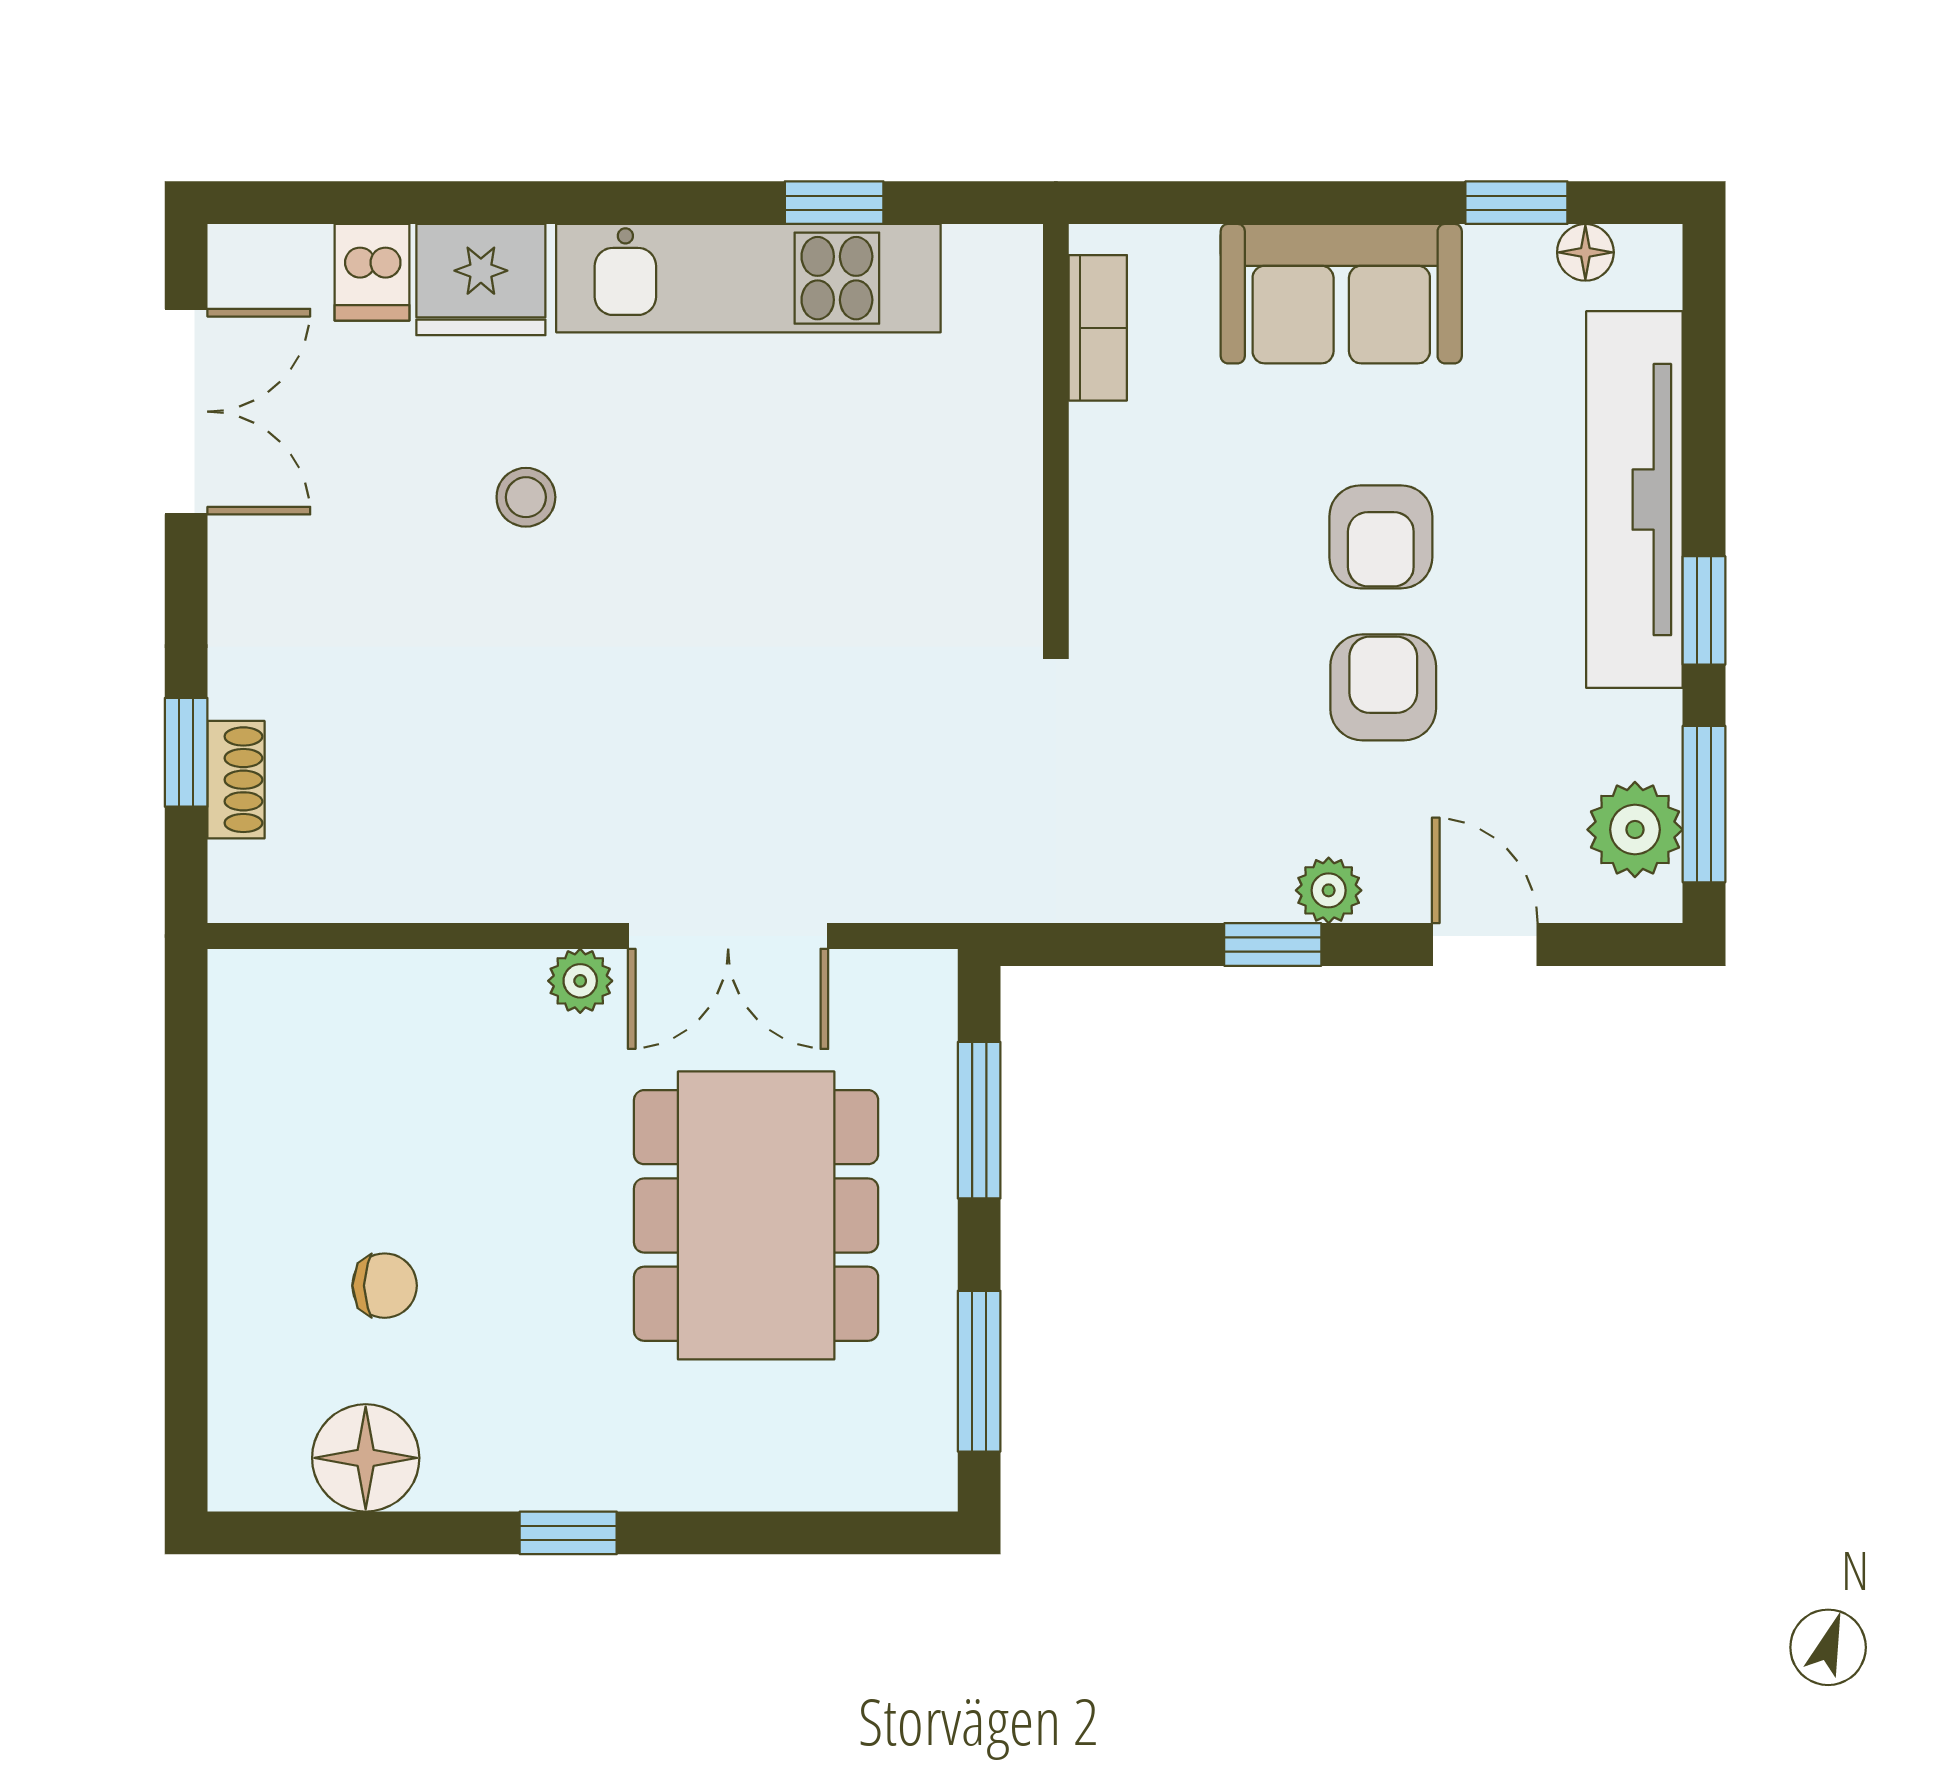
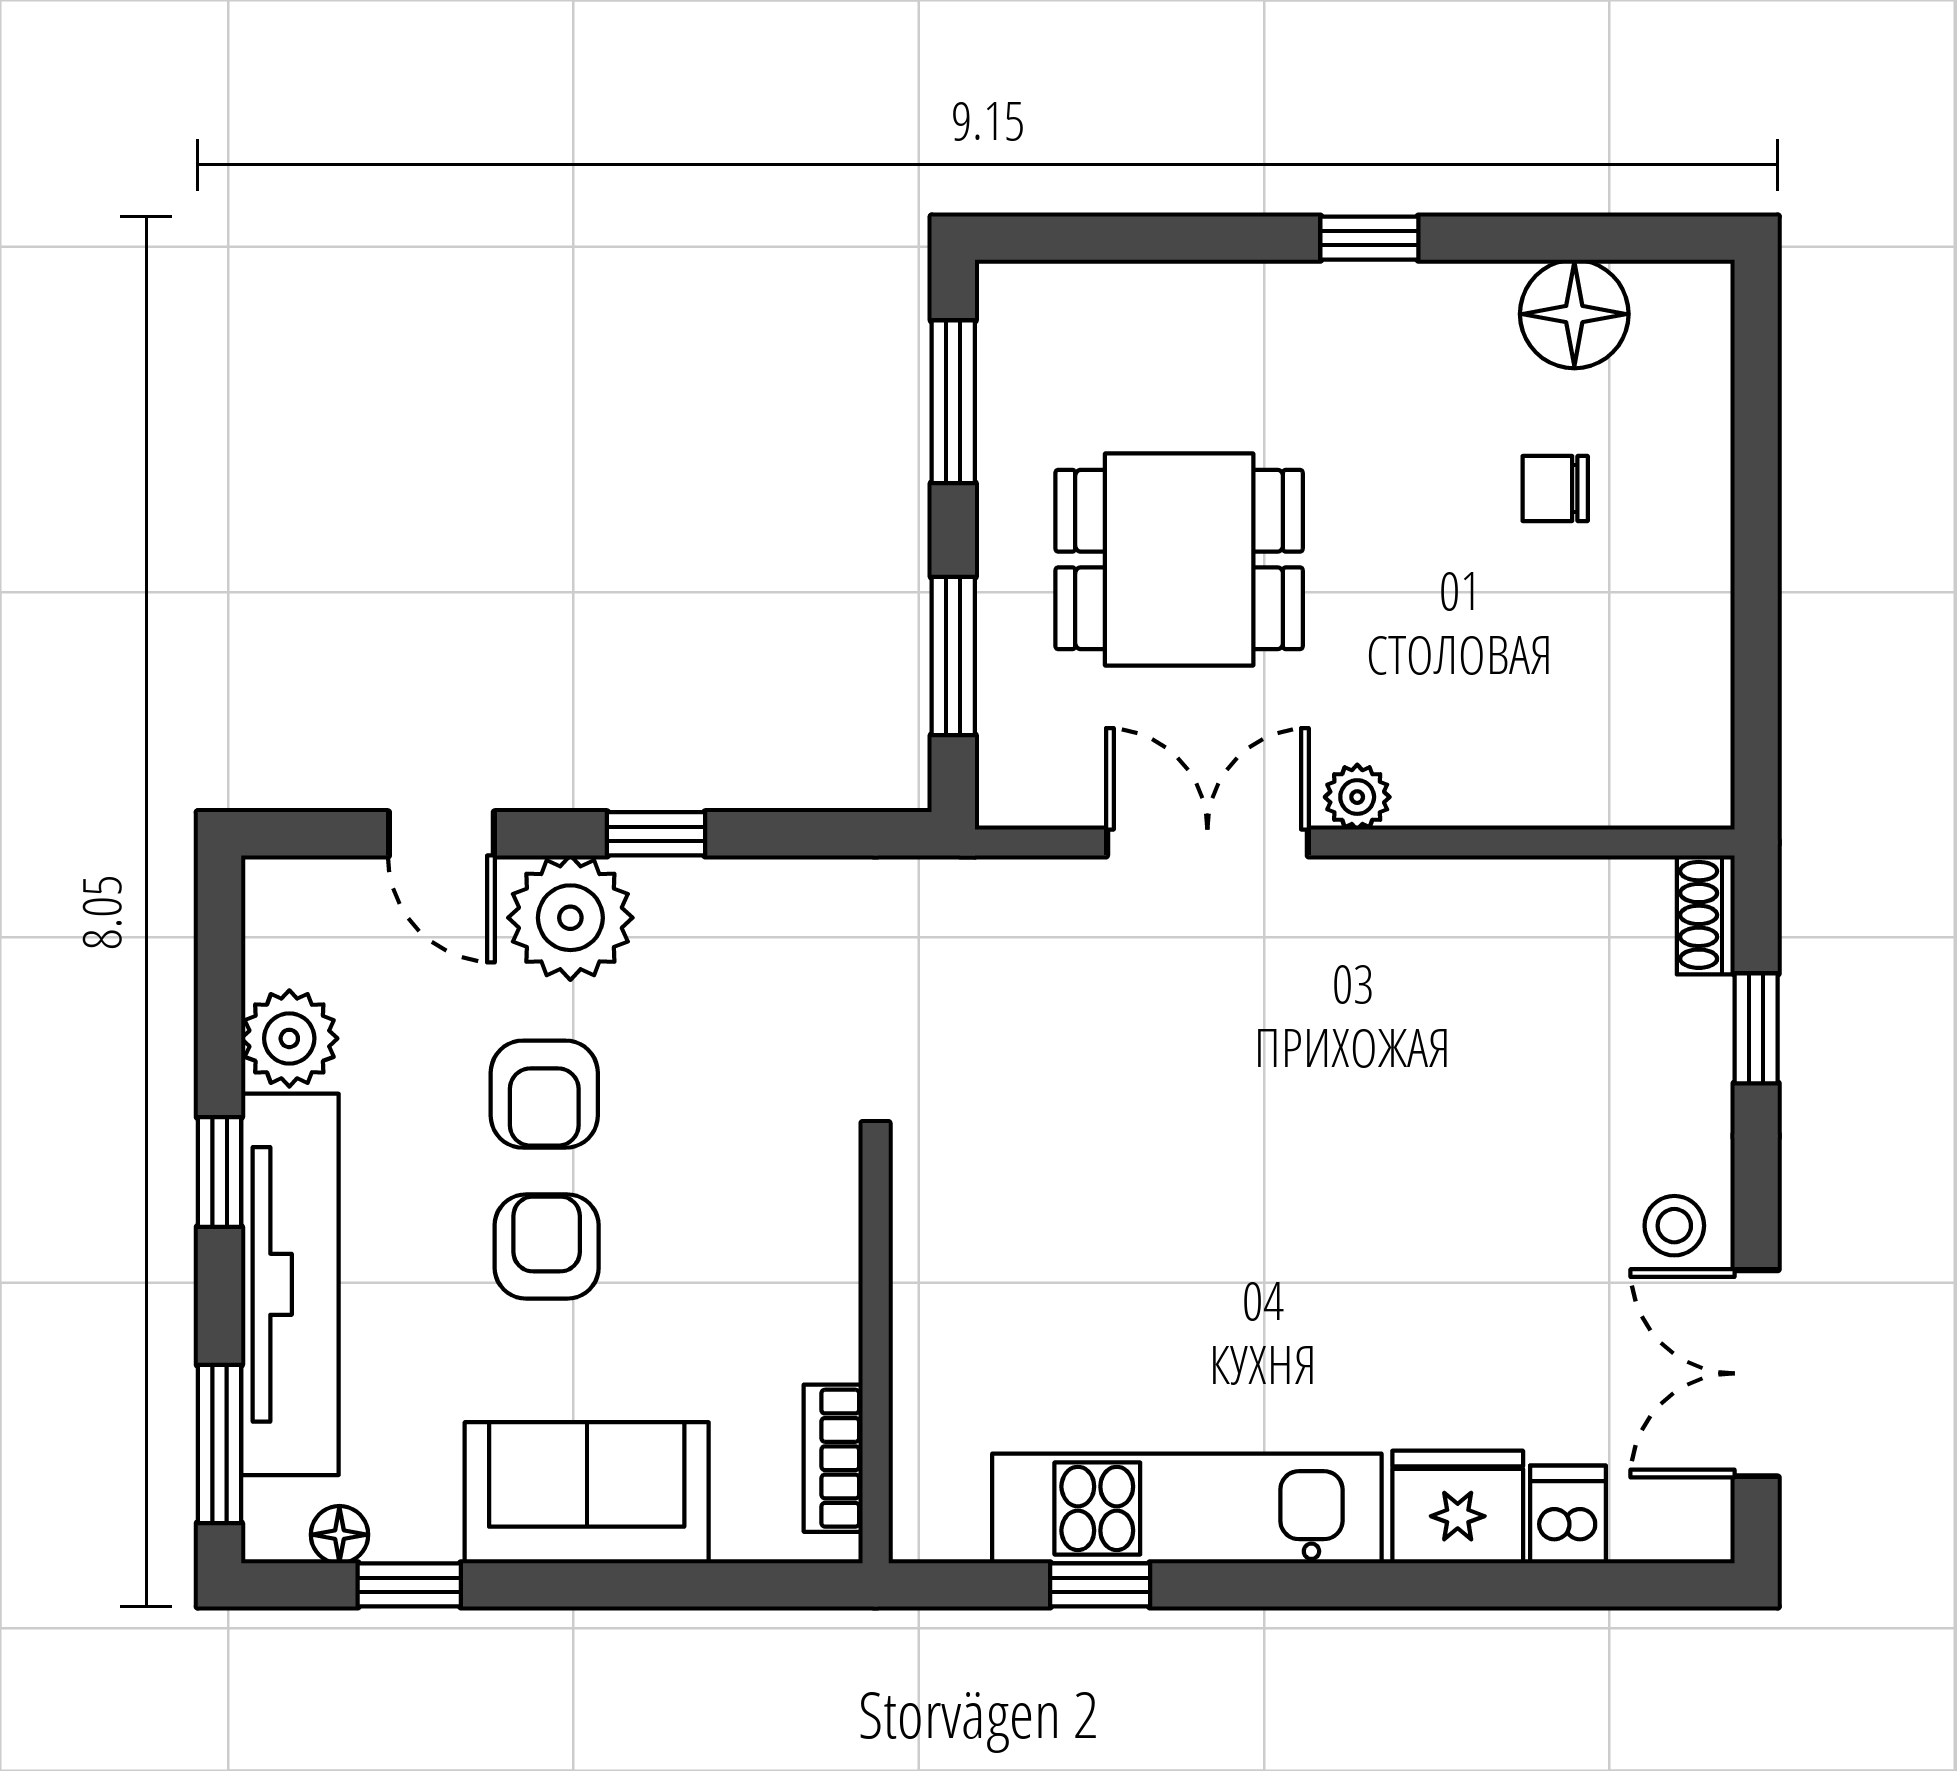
stool: (526, 497) -> (1674, 1226), moved
shoe rack: (236, 780) -> (1706, 915), moved
window: (1704, 804) -> (219, 1444), moved
plant: (1635, 830) -> (289, 1038), moved
plant: (1329, 890) -> (570, 918), width x1.87, depth x1.87
dining table: (756, 1215) -> (1179, 560), width x0.73

